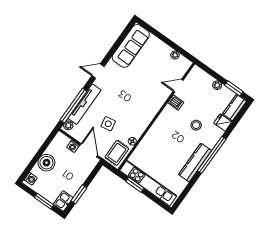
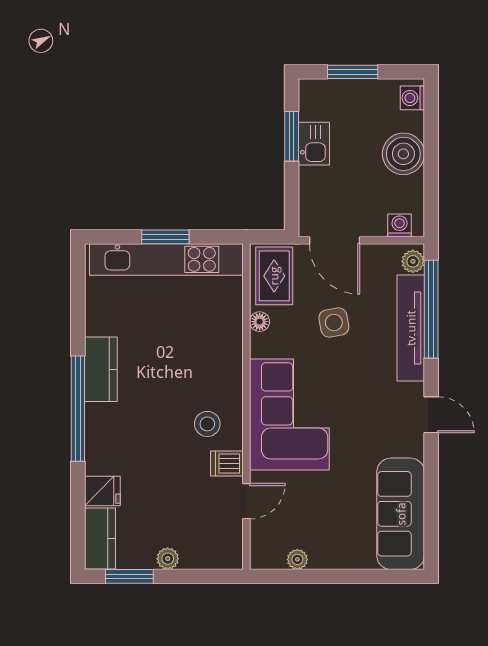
door: (98, 71) -> (431, 415), hinge flipped
corner sofa: (144, 104) -> (289, 415), added
stool: (196, 125) -> (207, 424), moved
washing machine: (73, 146) -> (400, 226), moved
kitchen counter: (195, 163) -> (101, 369), width x0.67
window: (135, 185) -> (165, 237), moved
kitchen sink: (63, 201) -> (314, 144), moved

